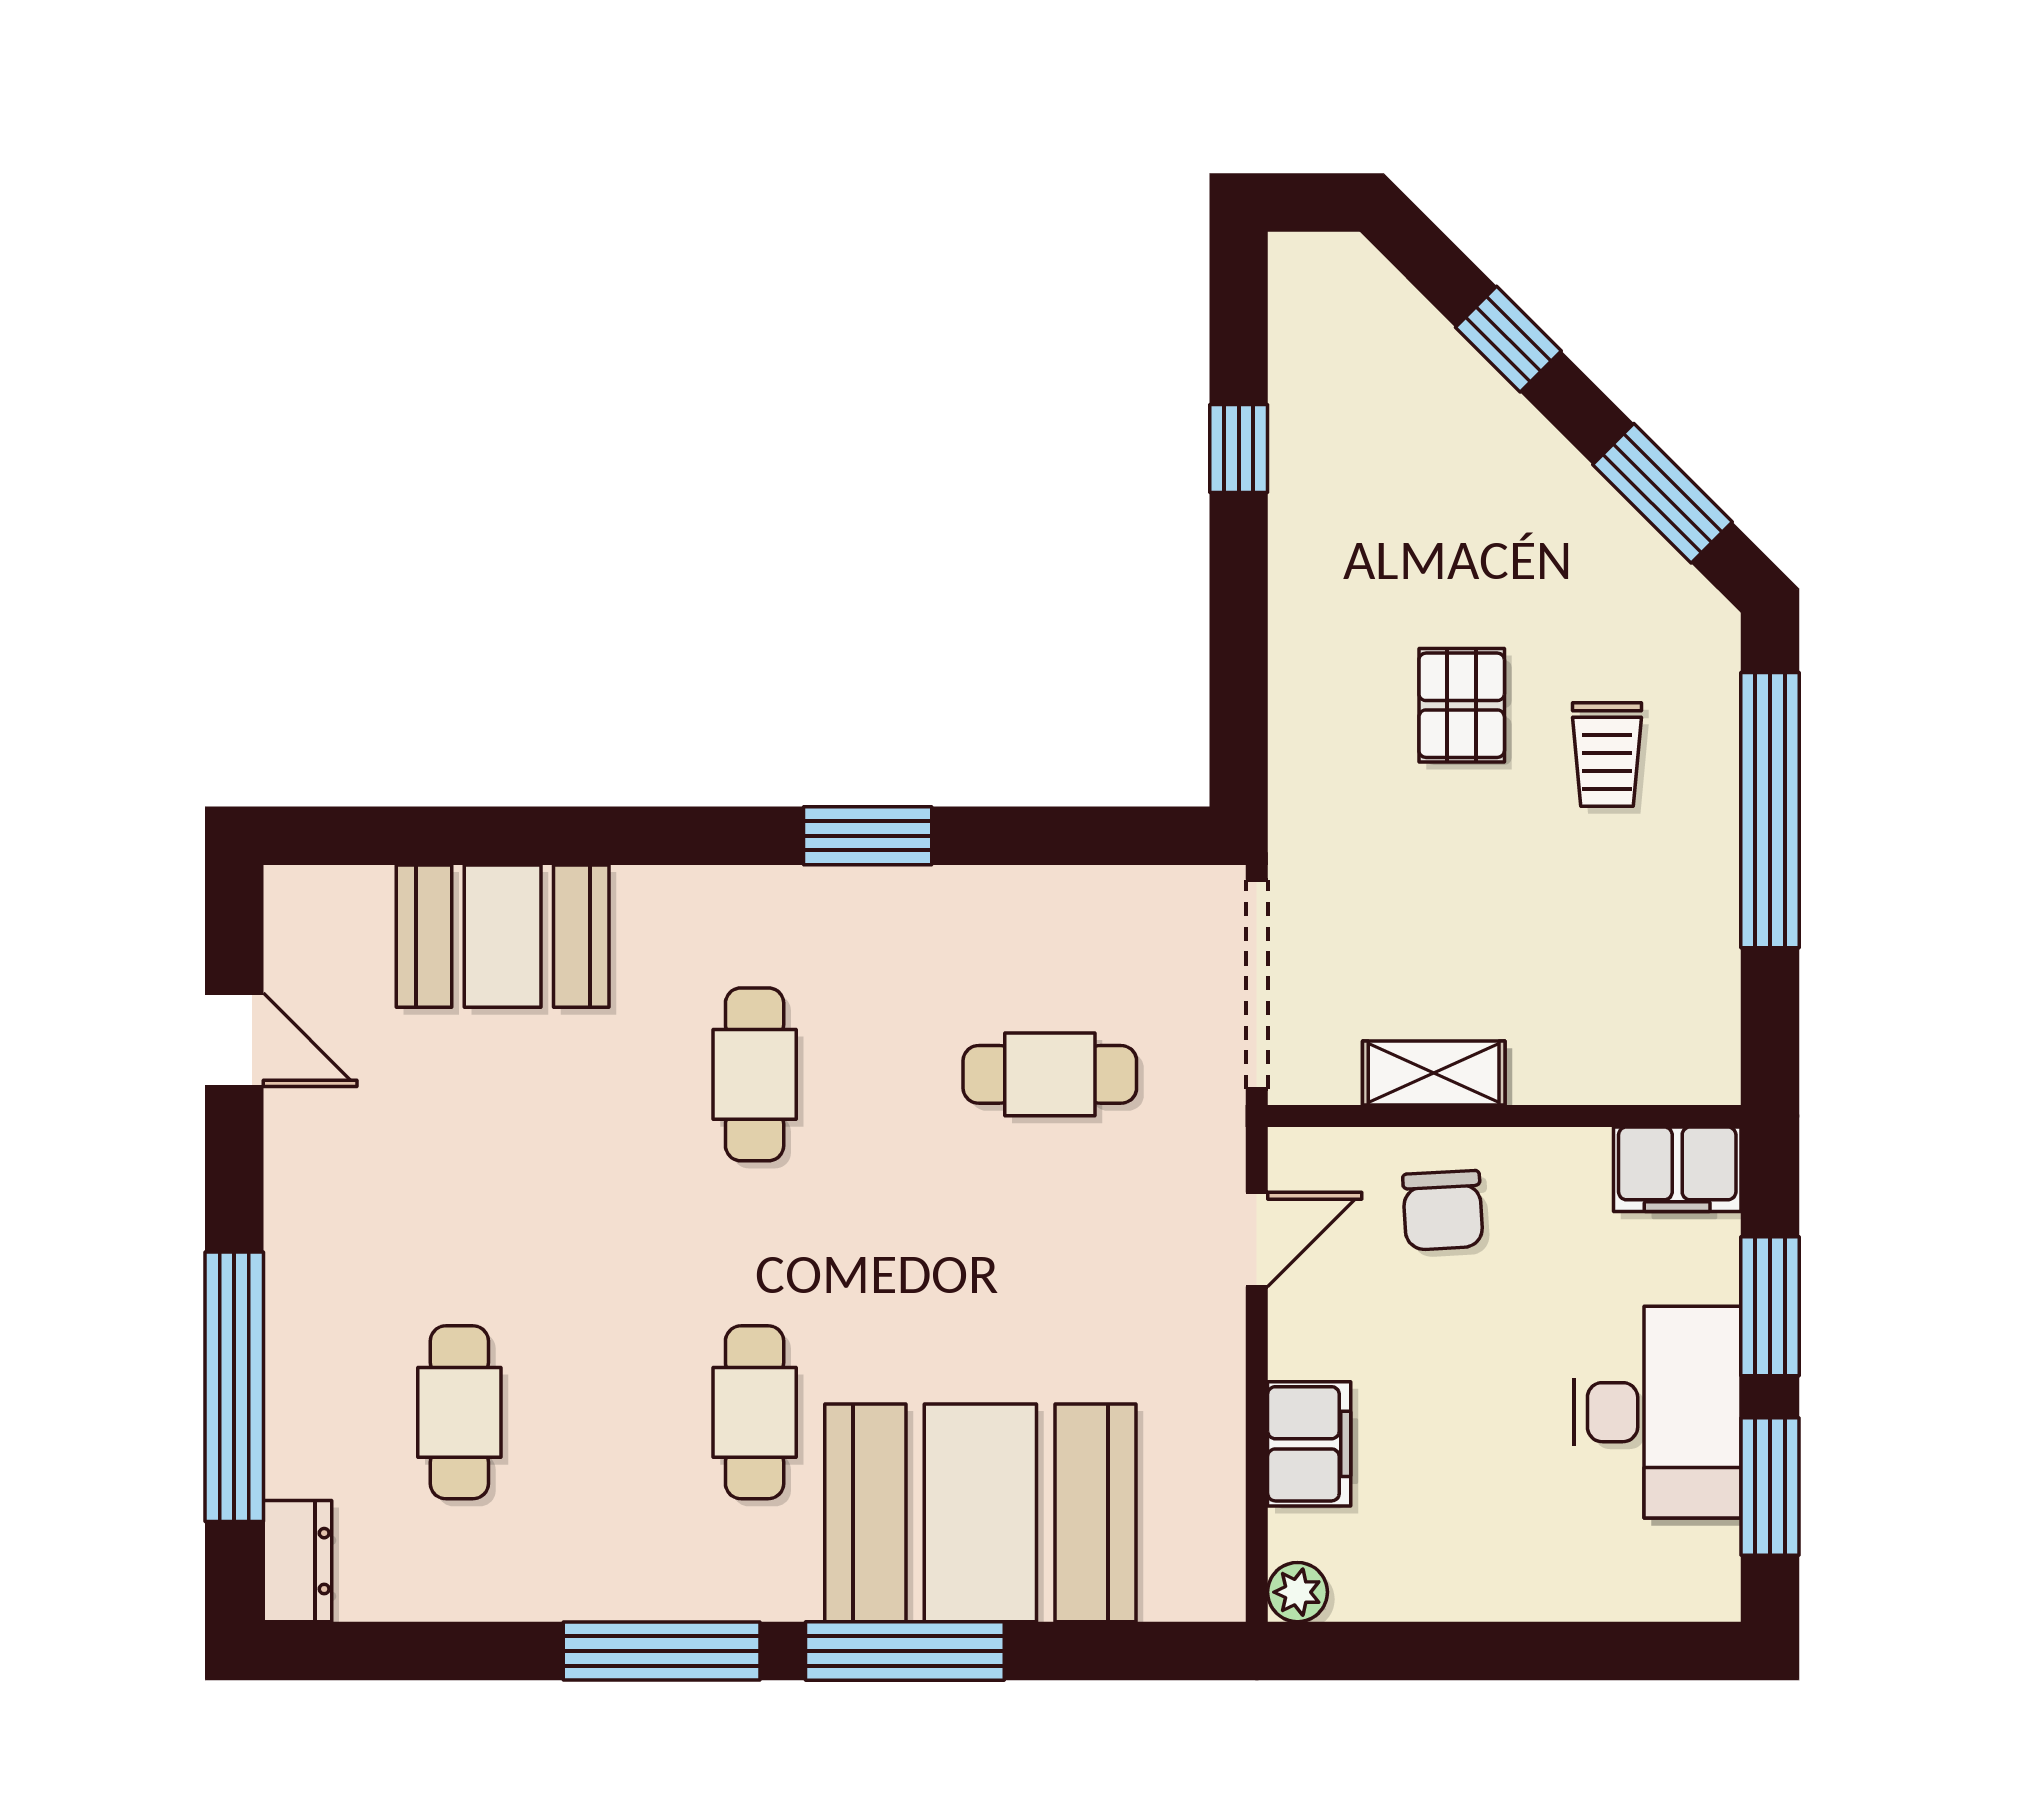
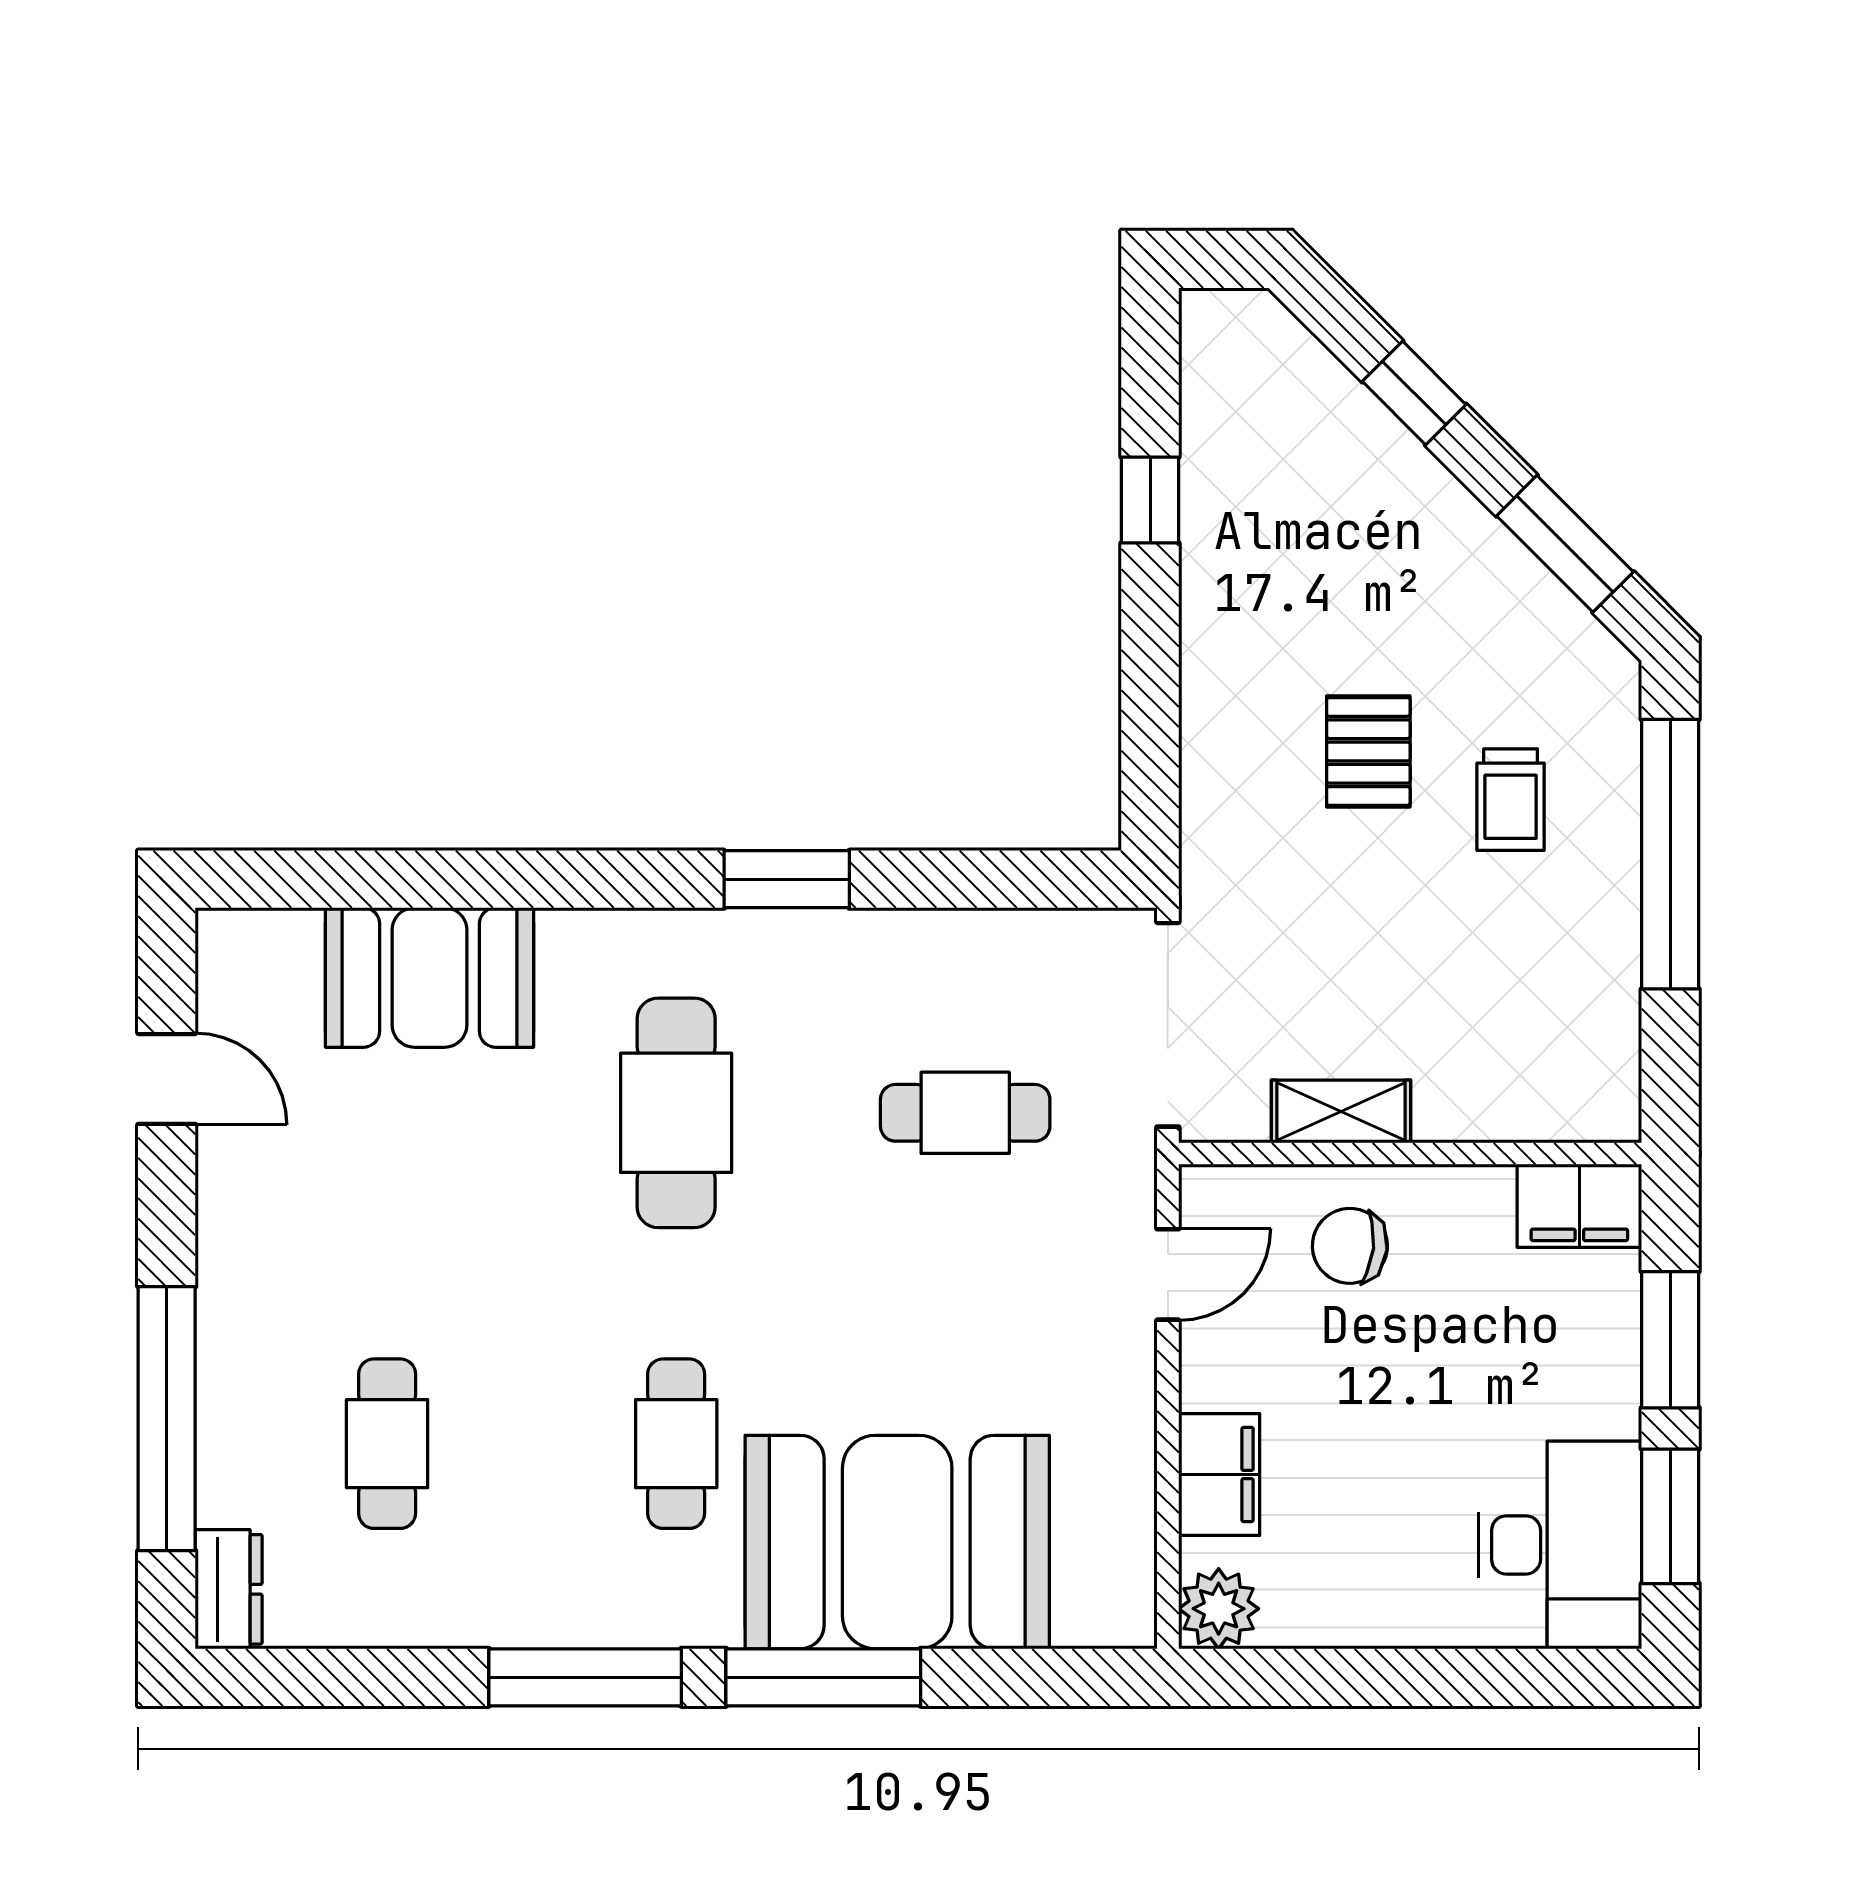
cafe table: (755, 1074) -> (676, 1113), width x1.37, depth x1.35
chair: (1443, 1210) -> (1350, 1246), turned 99
desk: (1658, 1412) -> (1560, 1545), moved
plant: (1298, 1592) -> (1219, 1609), width x1.38, depth x1.38

